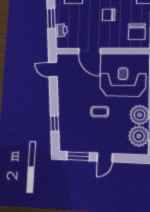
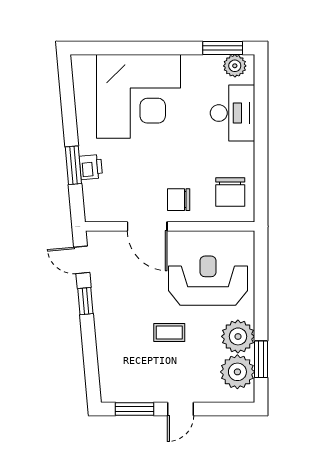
chair: (109, 15) -> (179, 200), moved
printer: (61, 30) -> (91, 167), moved
window: (55, 123) -> (85, 301), moved

